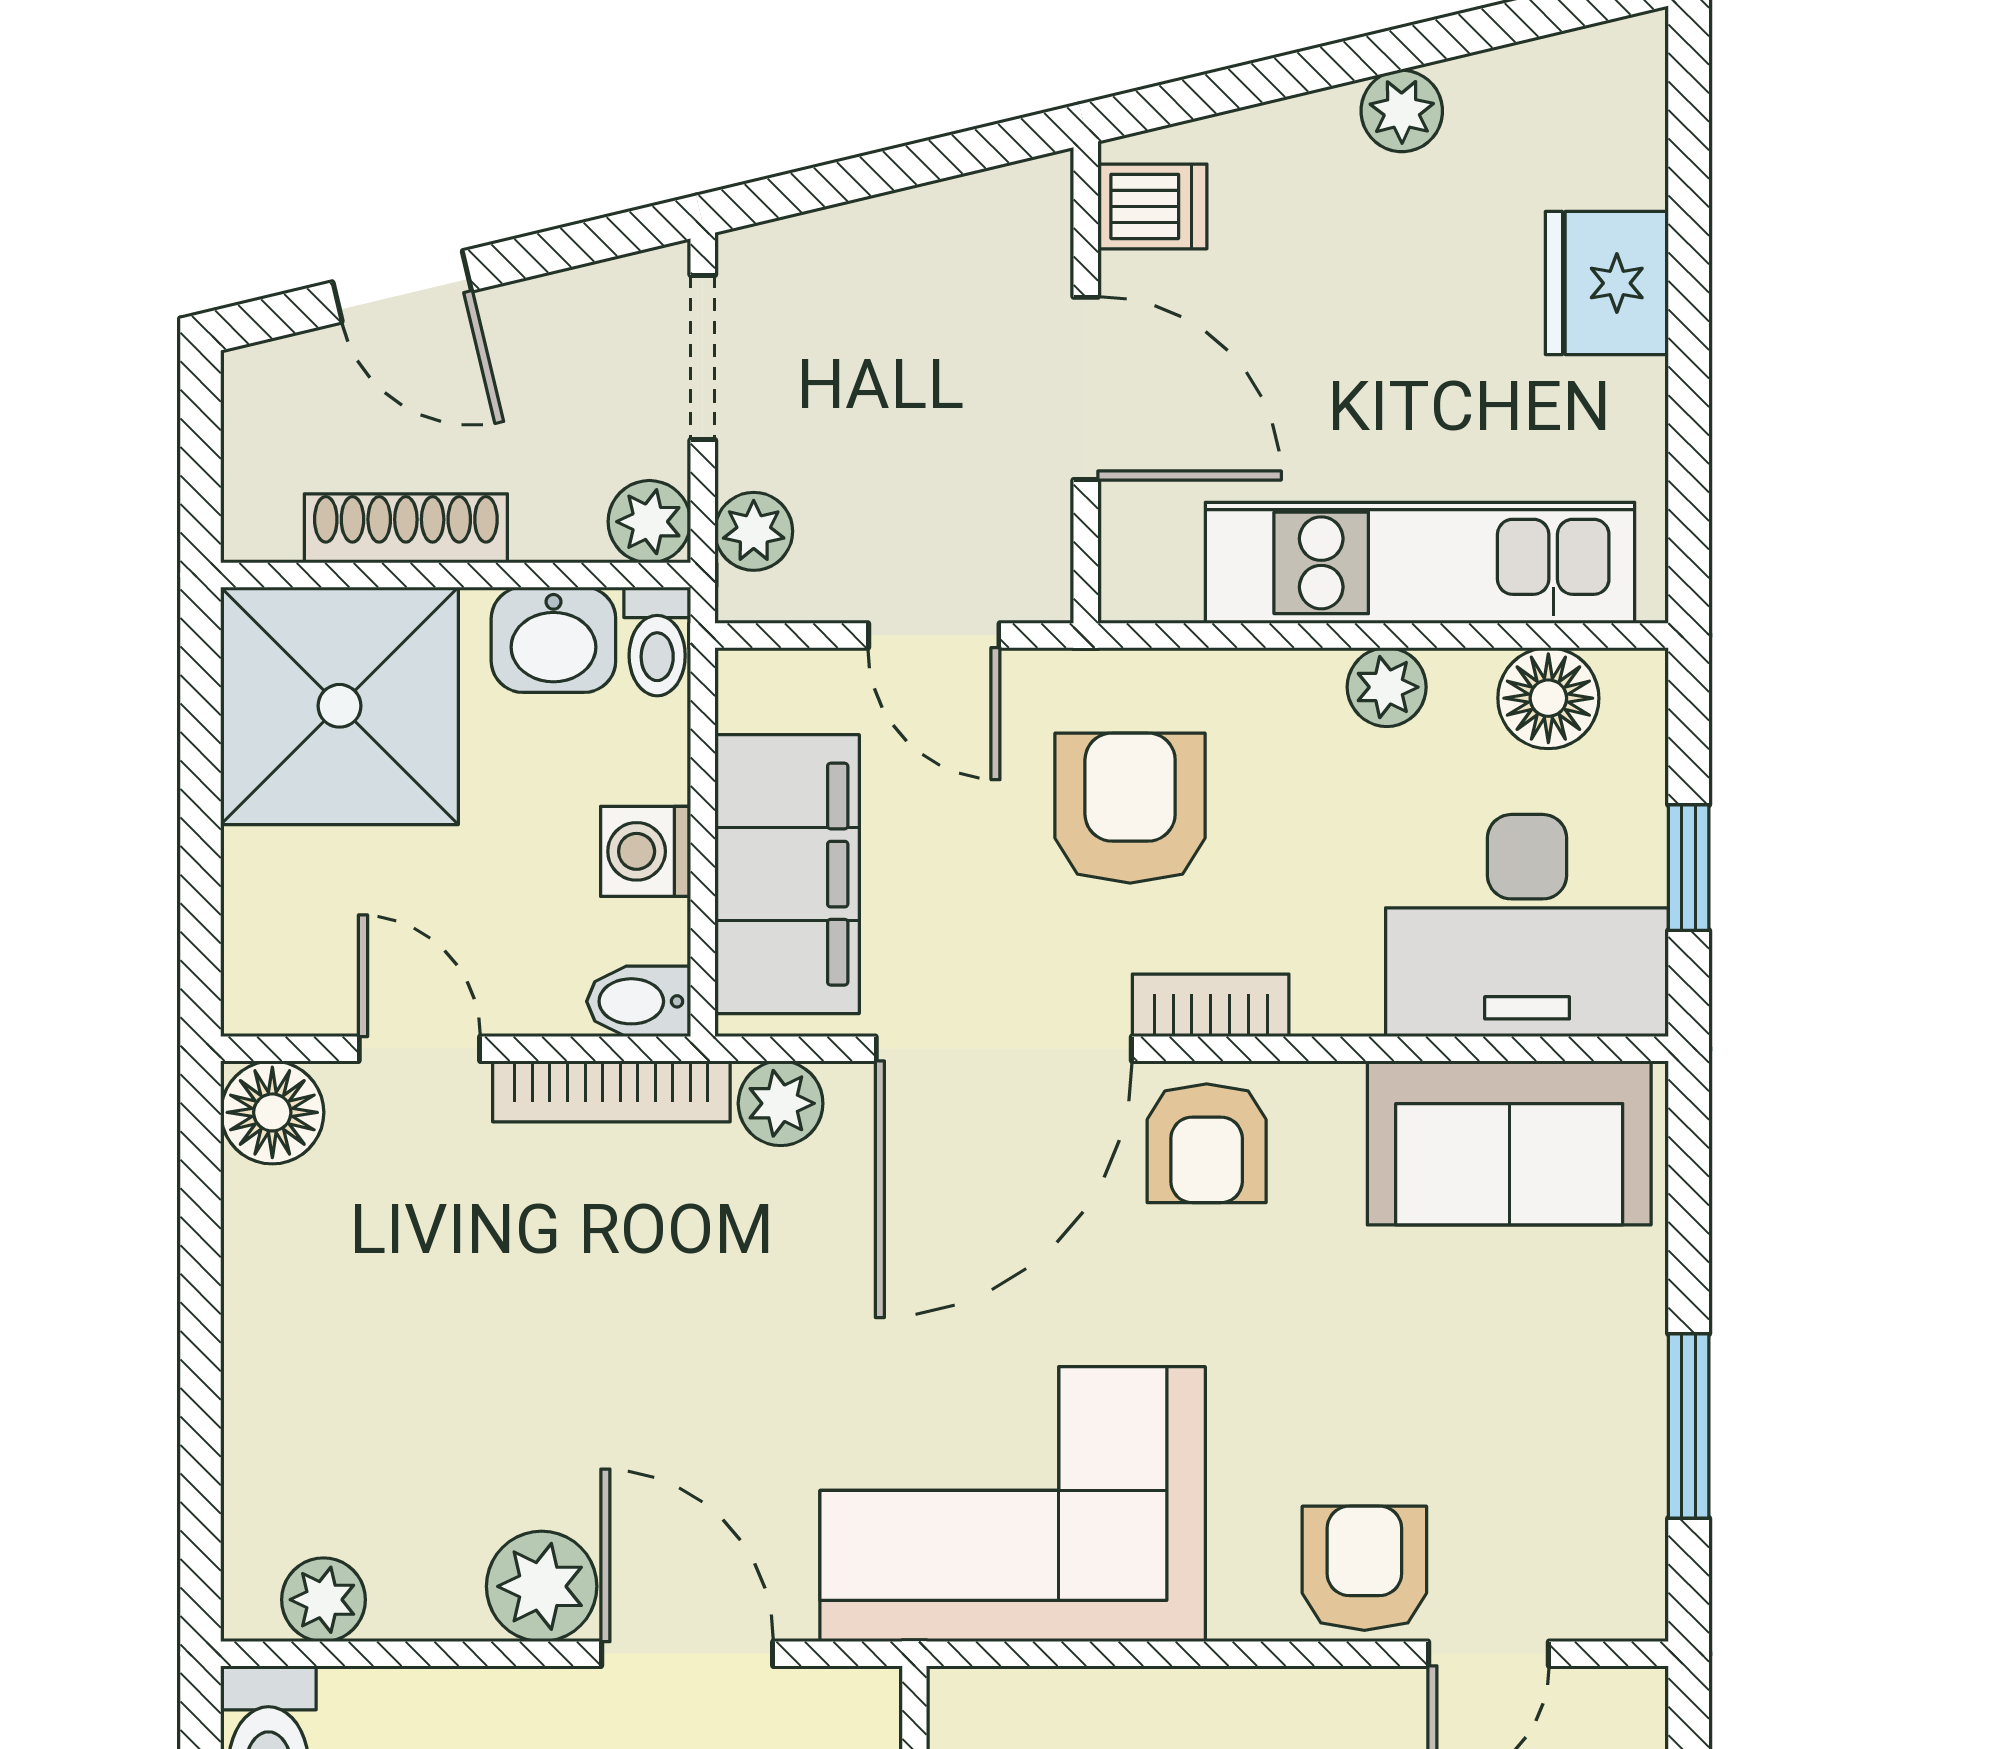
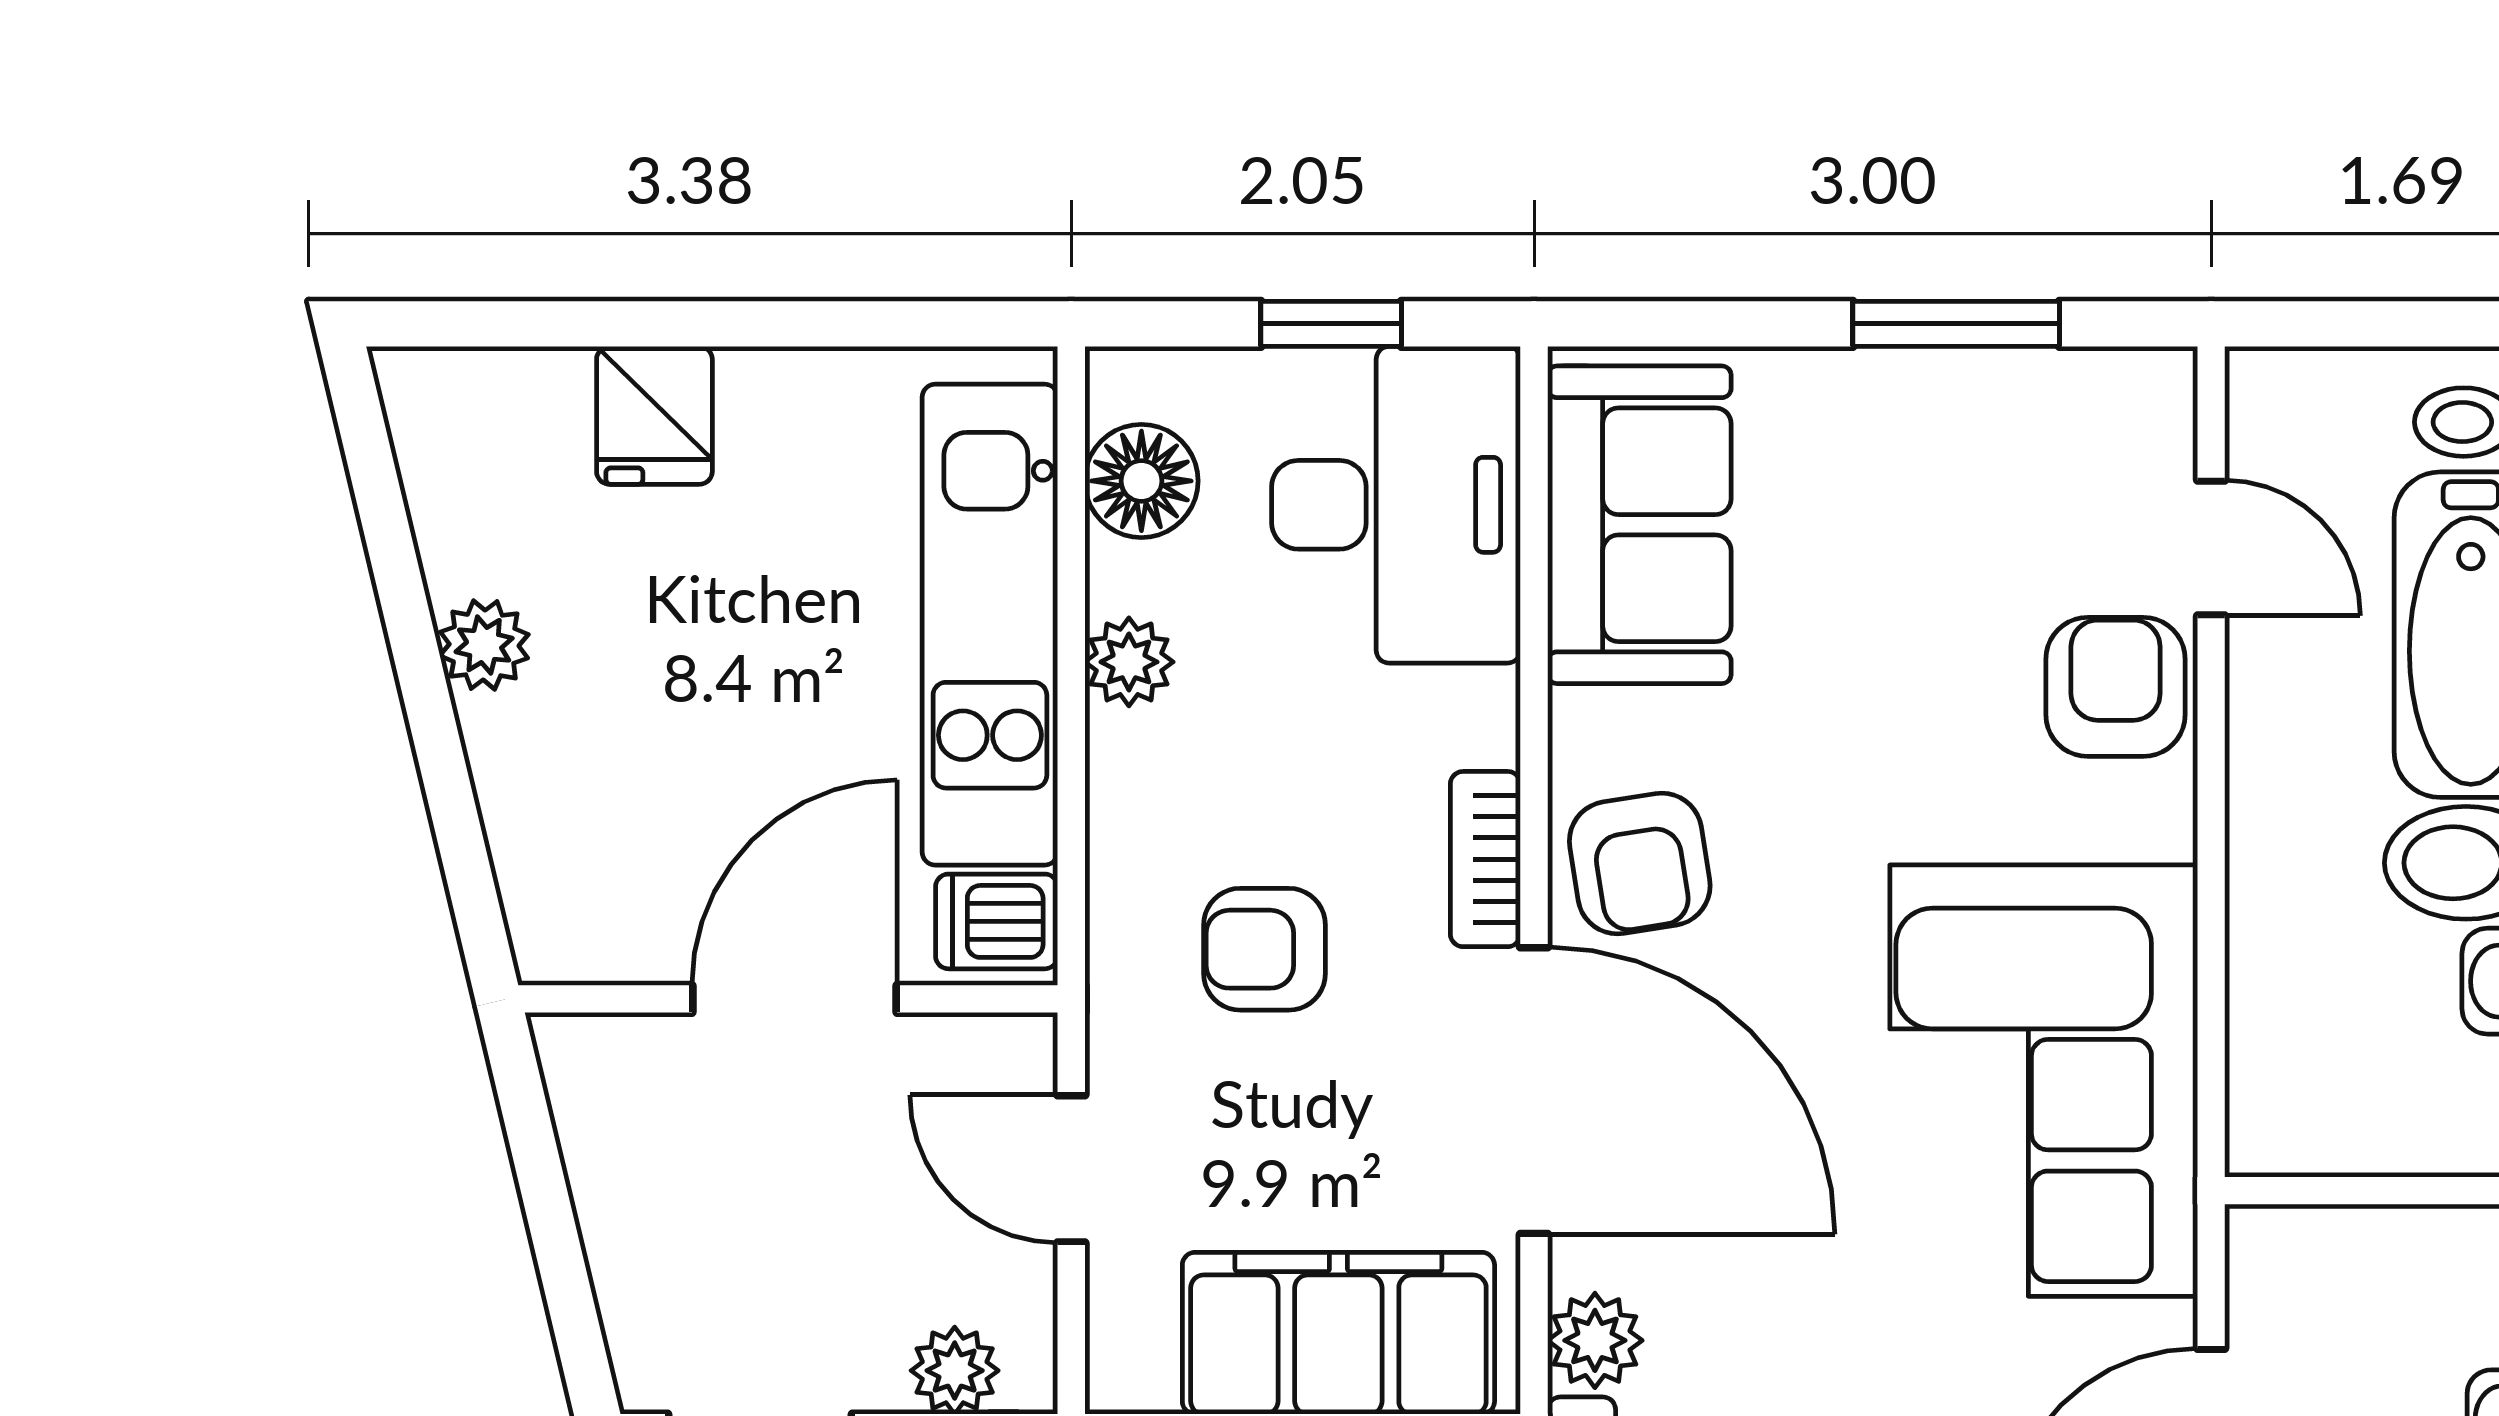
dishwasher: (1152, 206) -> (997, 921), moved, turned -90
fridge: (1607, 283) -> (654, 415), width x0.72
door: (934, 635) -> (1071, 1169), swing flipped
armchair: (1130, 808) -> (1264, 949), width x0.72, depth x0.72
armchair: (1207, 1143) -> (1640, 864), turned 81
armchair: (1364, 1568) -> (2116, 687), turned 90

